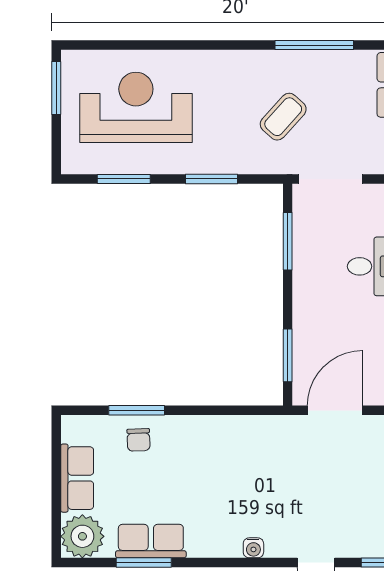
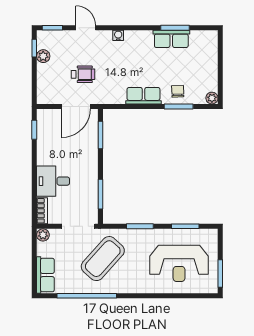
window: (314, 45) -> (87, 296), width x1.46
coffee table: (283, 117) -> (103, 259), width x1.86, depth x1.72
wheelchair: (322, 473) -> (83, 74), added
row of seats: (77, 478) -> (143, 96), moved, turned 90
plant: (82, 536) -> (212, 98), moved, width x0.53, depth x0.53

